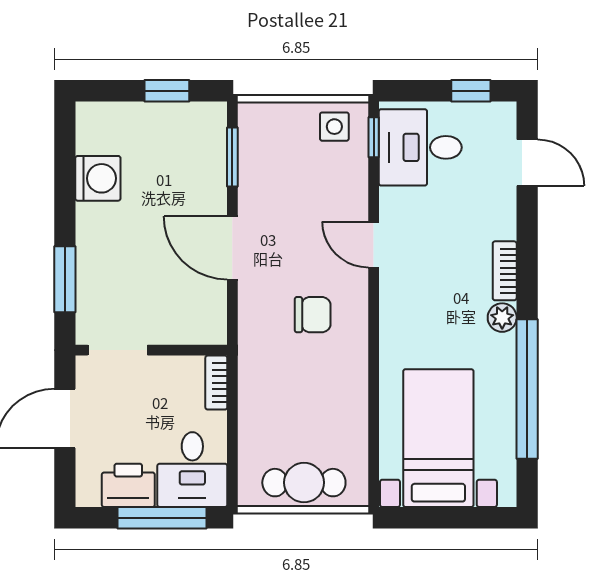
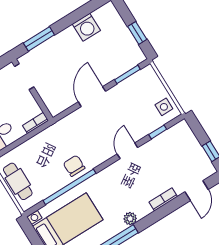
window: (374, 137) -> (158, 132), moved
desk: (420, 147) -> (177, 145), removed
bookcase: (505, 271) -> (163, 199), moved
chair: (313, 315) -> (74, 166), moved, turned 180
window: (374, 393) -> (69, 187), added

